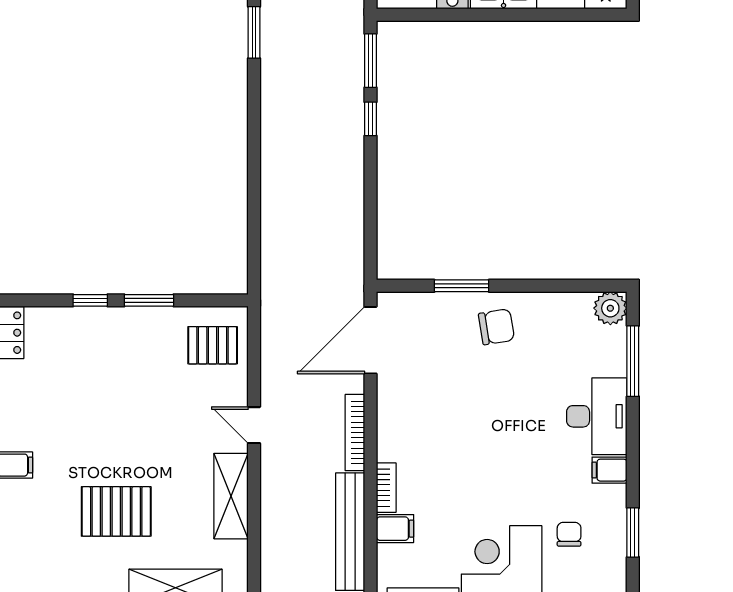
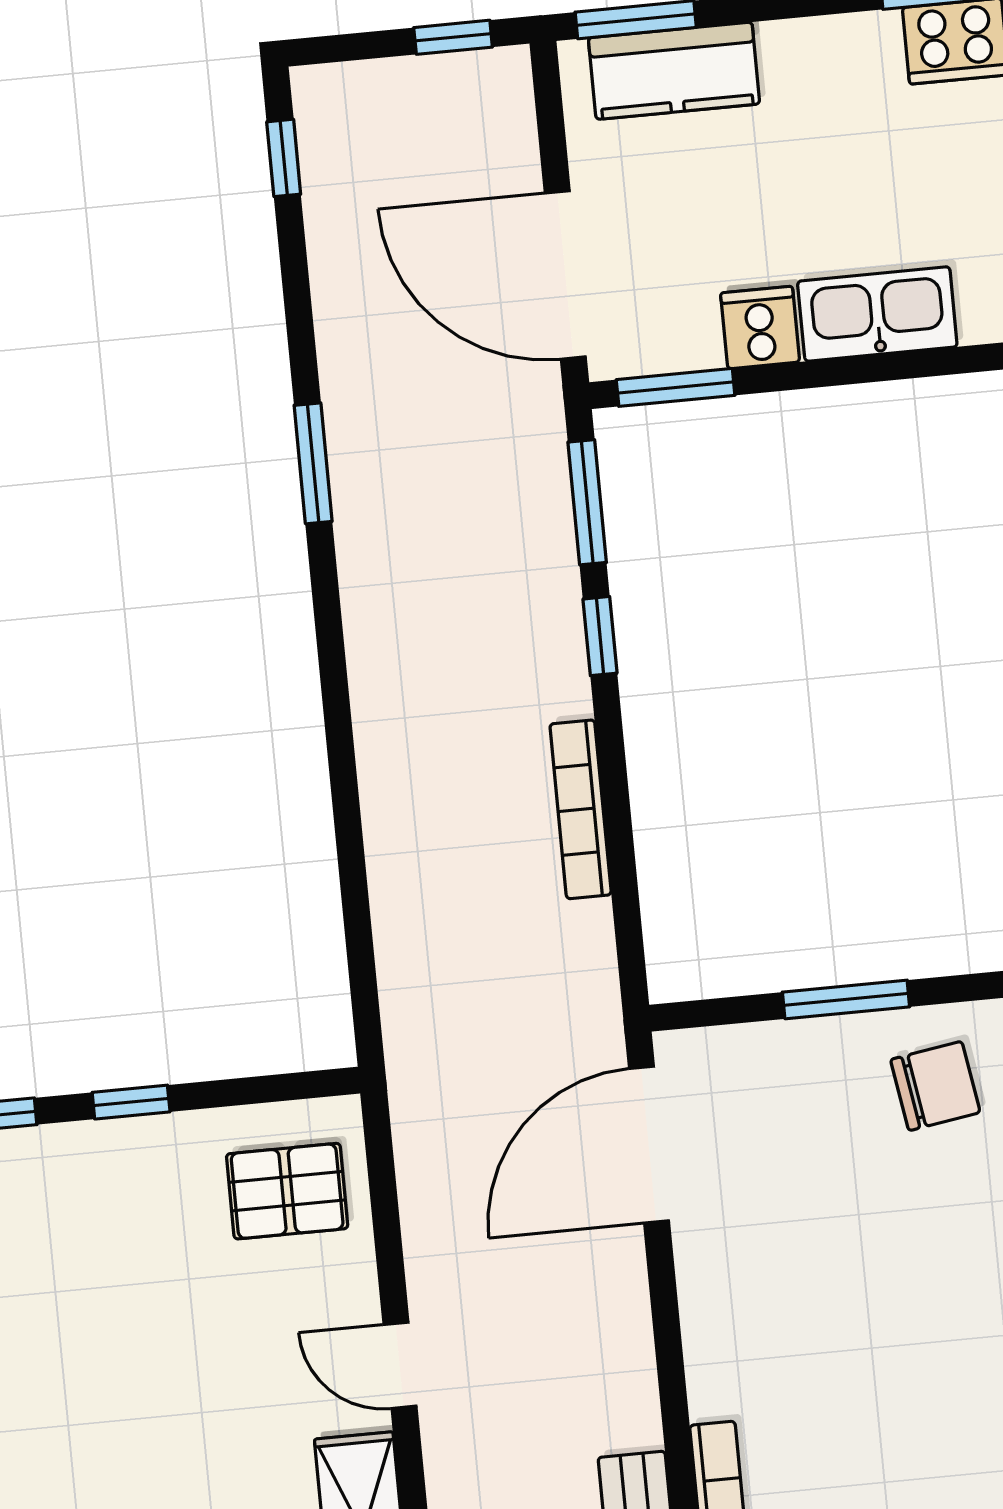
window: (413, 15) -> (676, 387), added
window: (149, 300) -> (131, 1102), width x0.67
bookcase: (355, 433) -> (581, 809), moved

